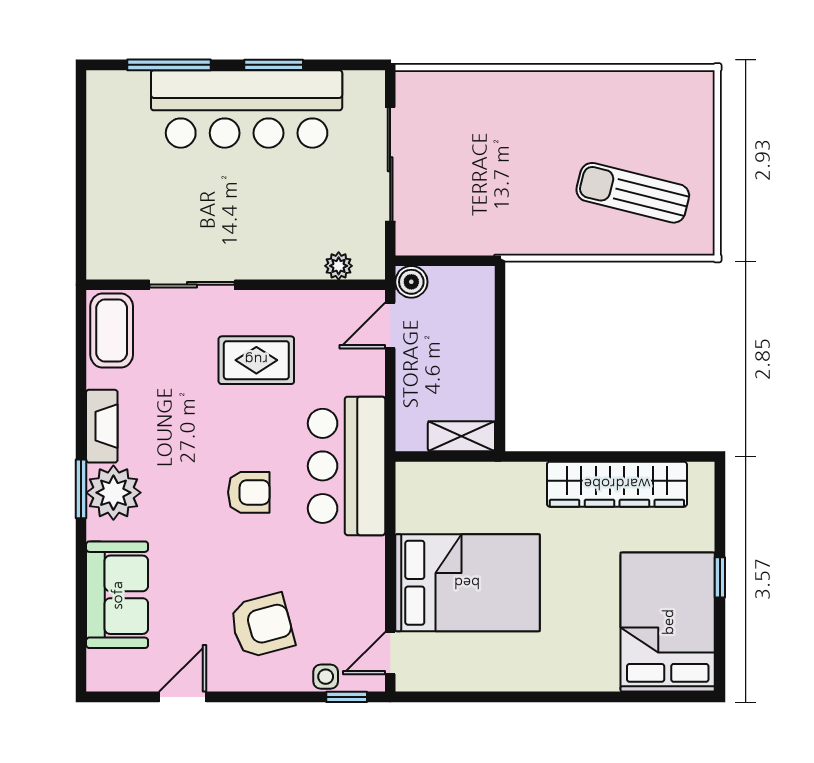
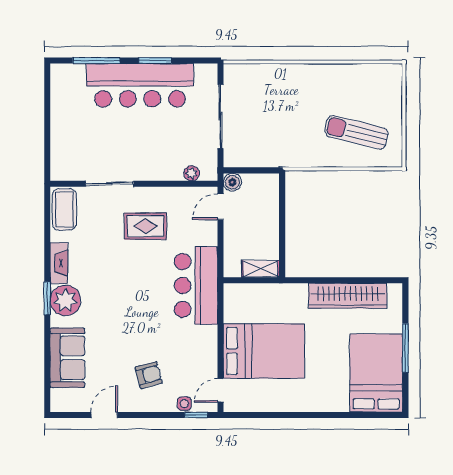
armchair: (249, 492) -> (141, 300), removed
window: (720, 577) -> (405, 348), width x2.17
armchair: (262, 626) -> (149, 375), width x0.72, depth x0.72

